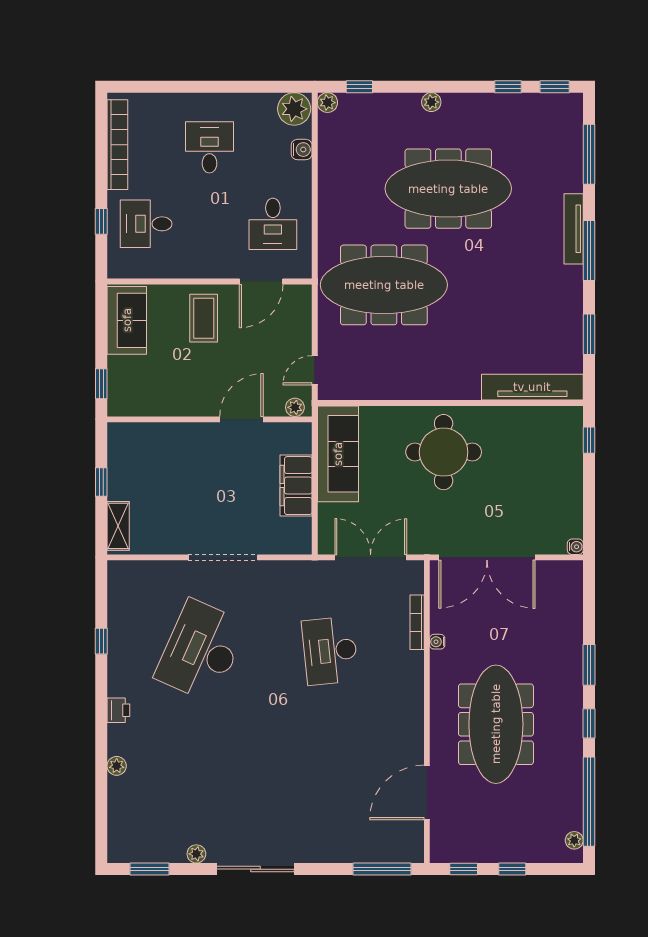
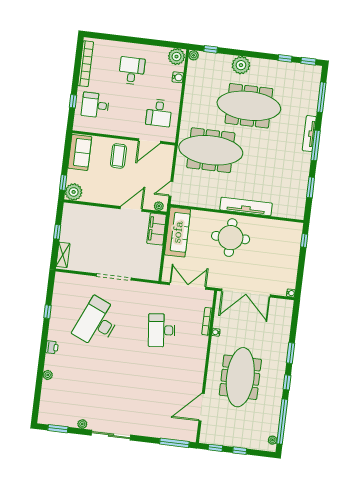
plant: (431, 102) -> (241, 65), width x1.88, depth x1.88
tv unit: (532, 387) -> (246, 206), moved
plant: (124, 400) -> (74, 192), added
filing cabinet: (296, 486) -> (157, 229), moved

